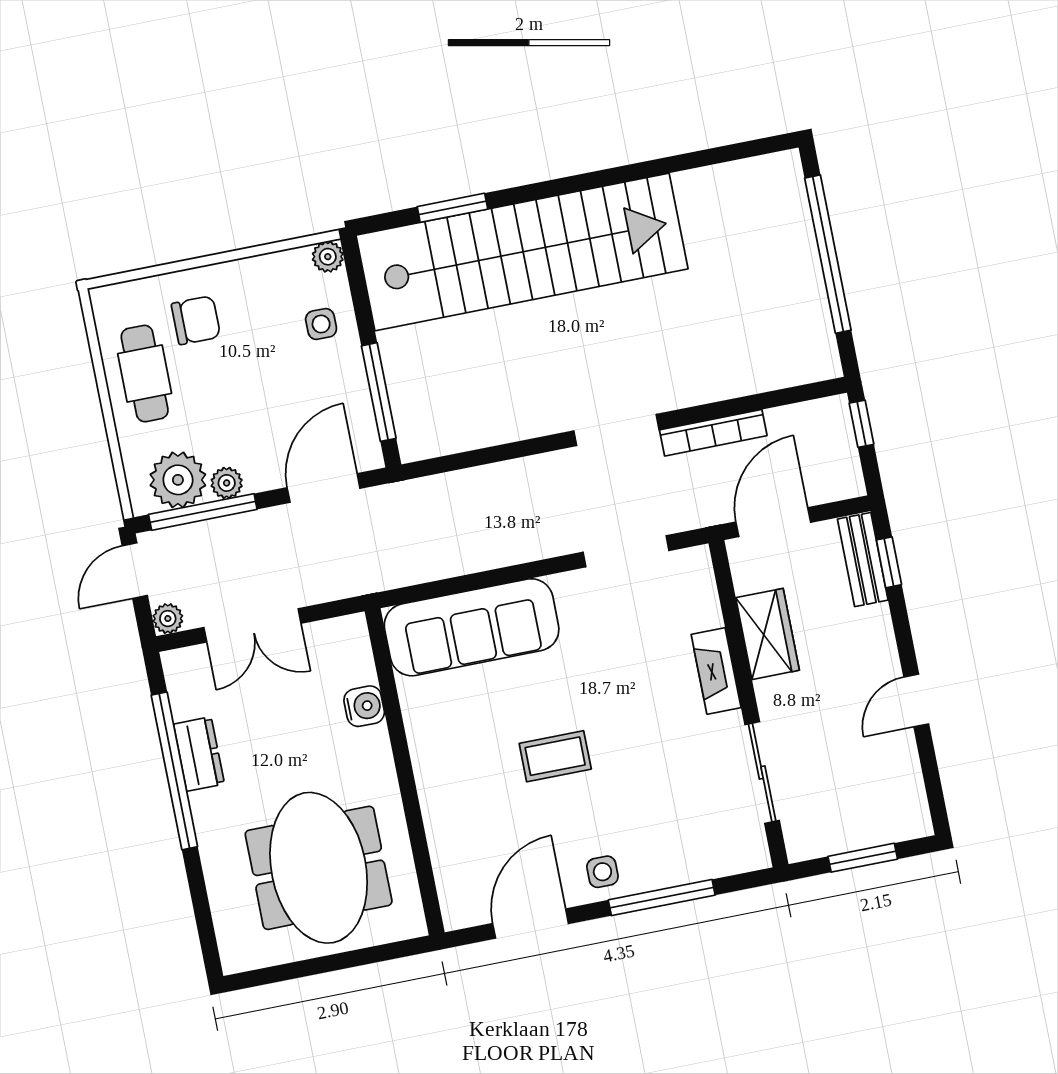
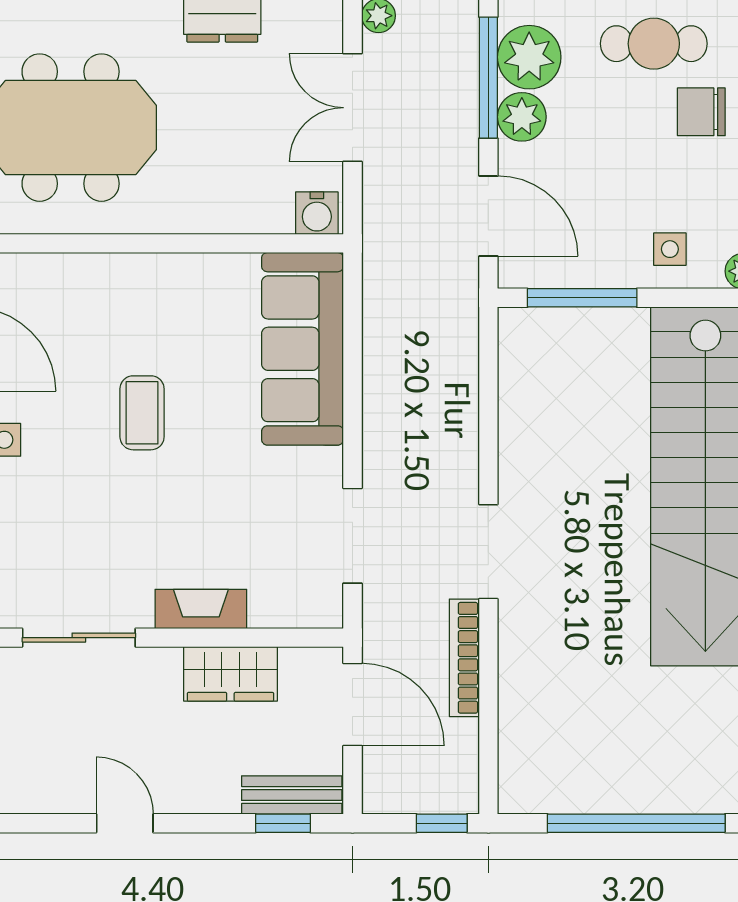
chair: (196, 320) -> (701, 112), turned 90
plant: (227, 483) -> (522, 117), width x1.38, depth x1.38
water cooler: (364, 706) -> (317, 213), moved

